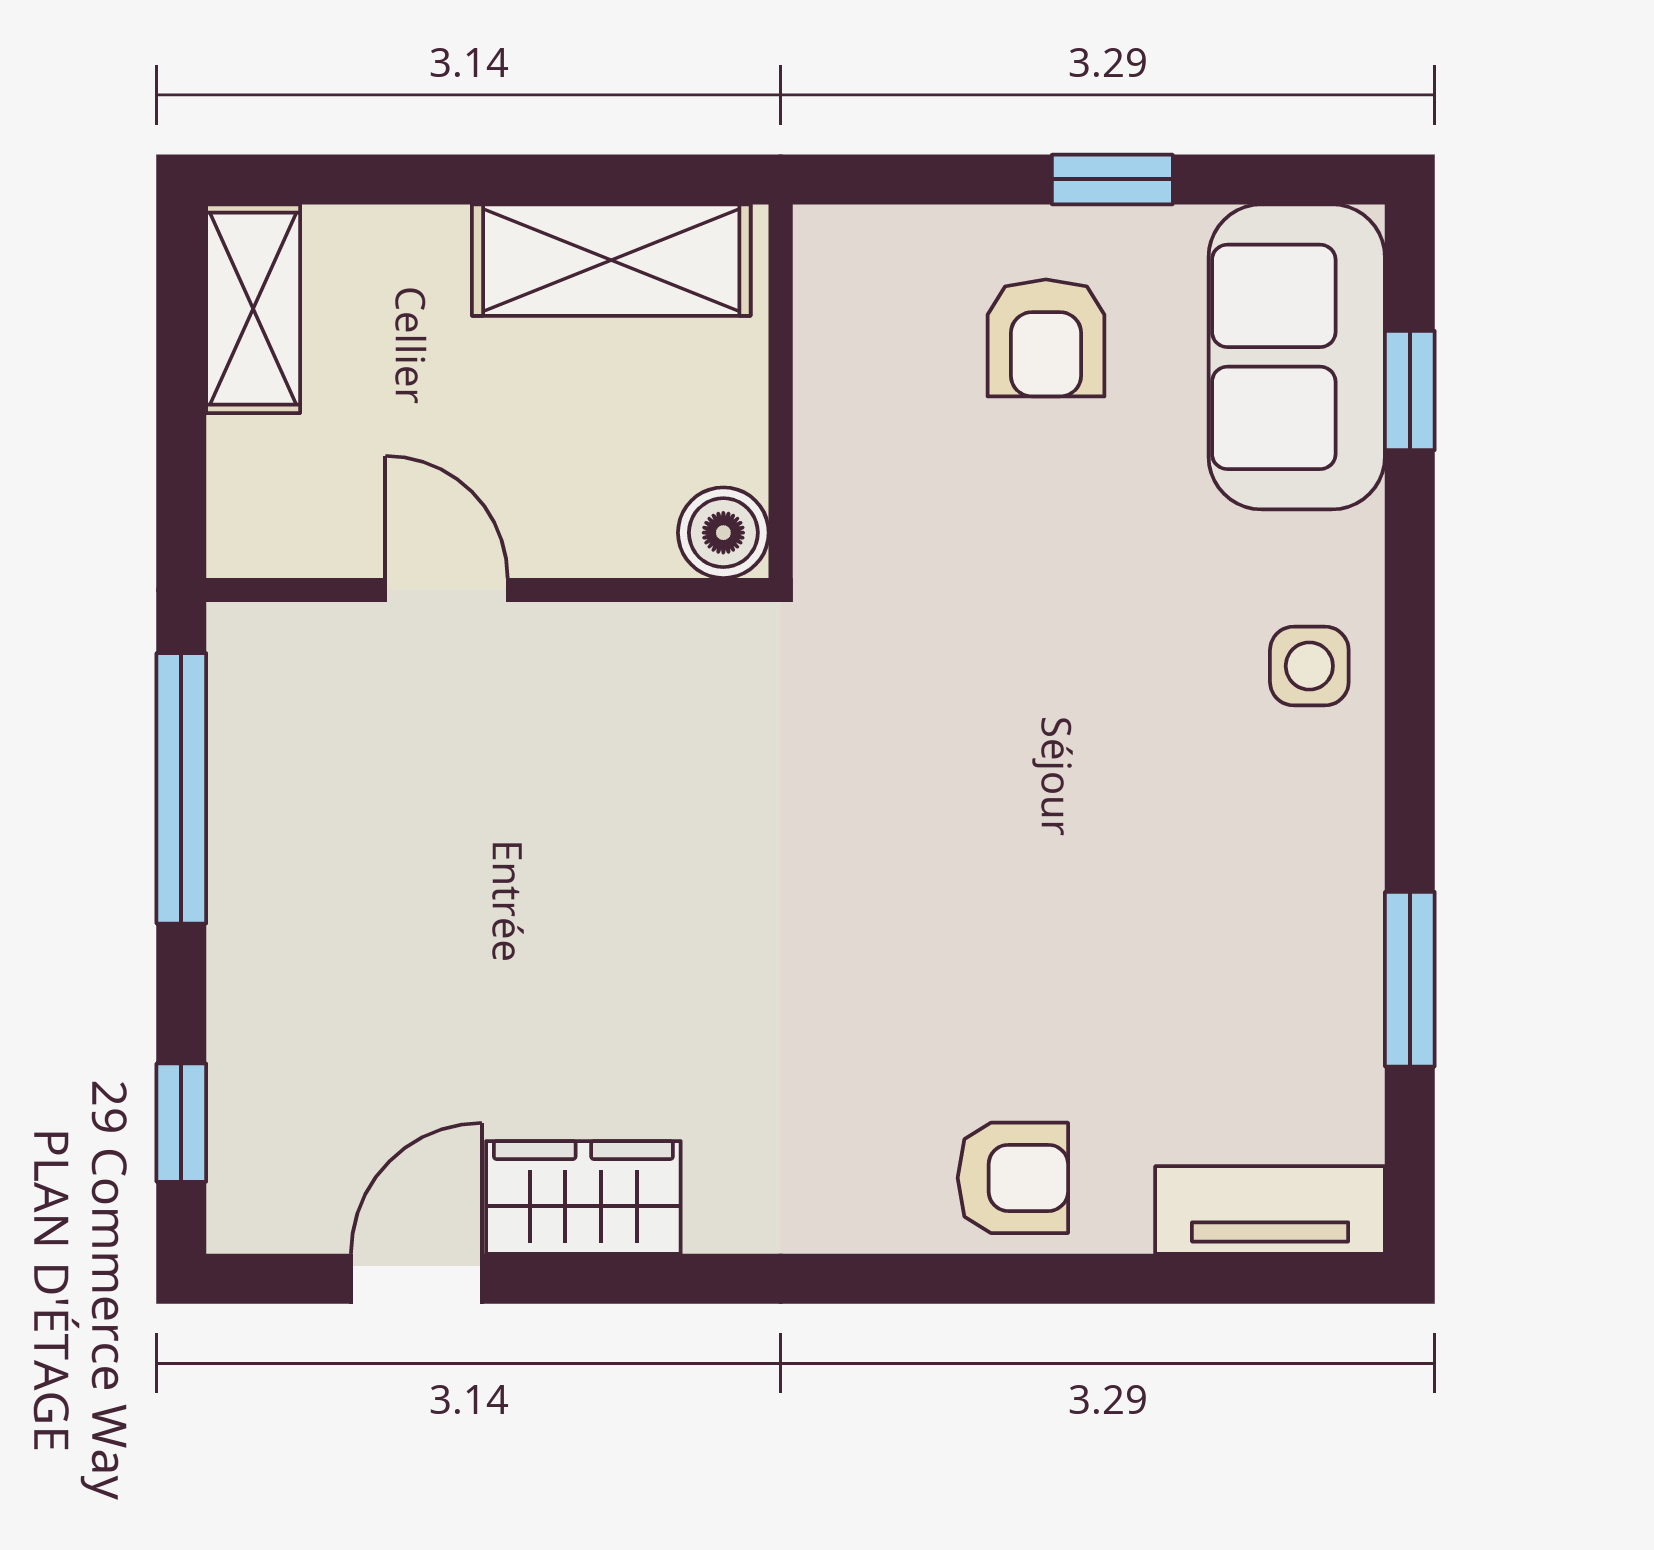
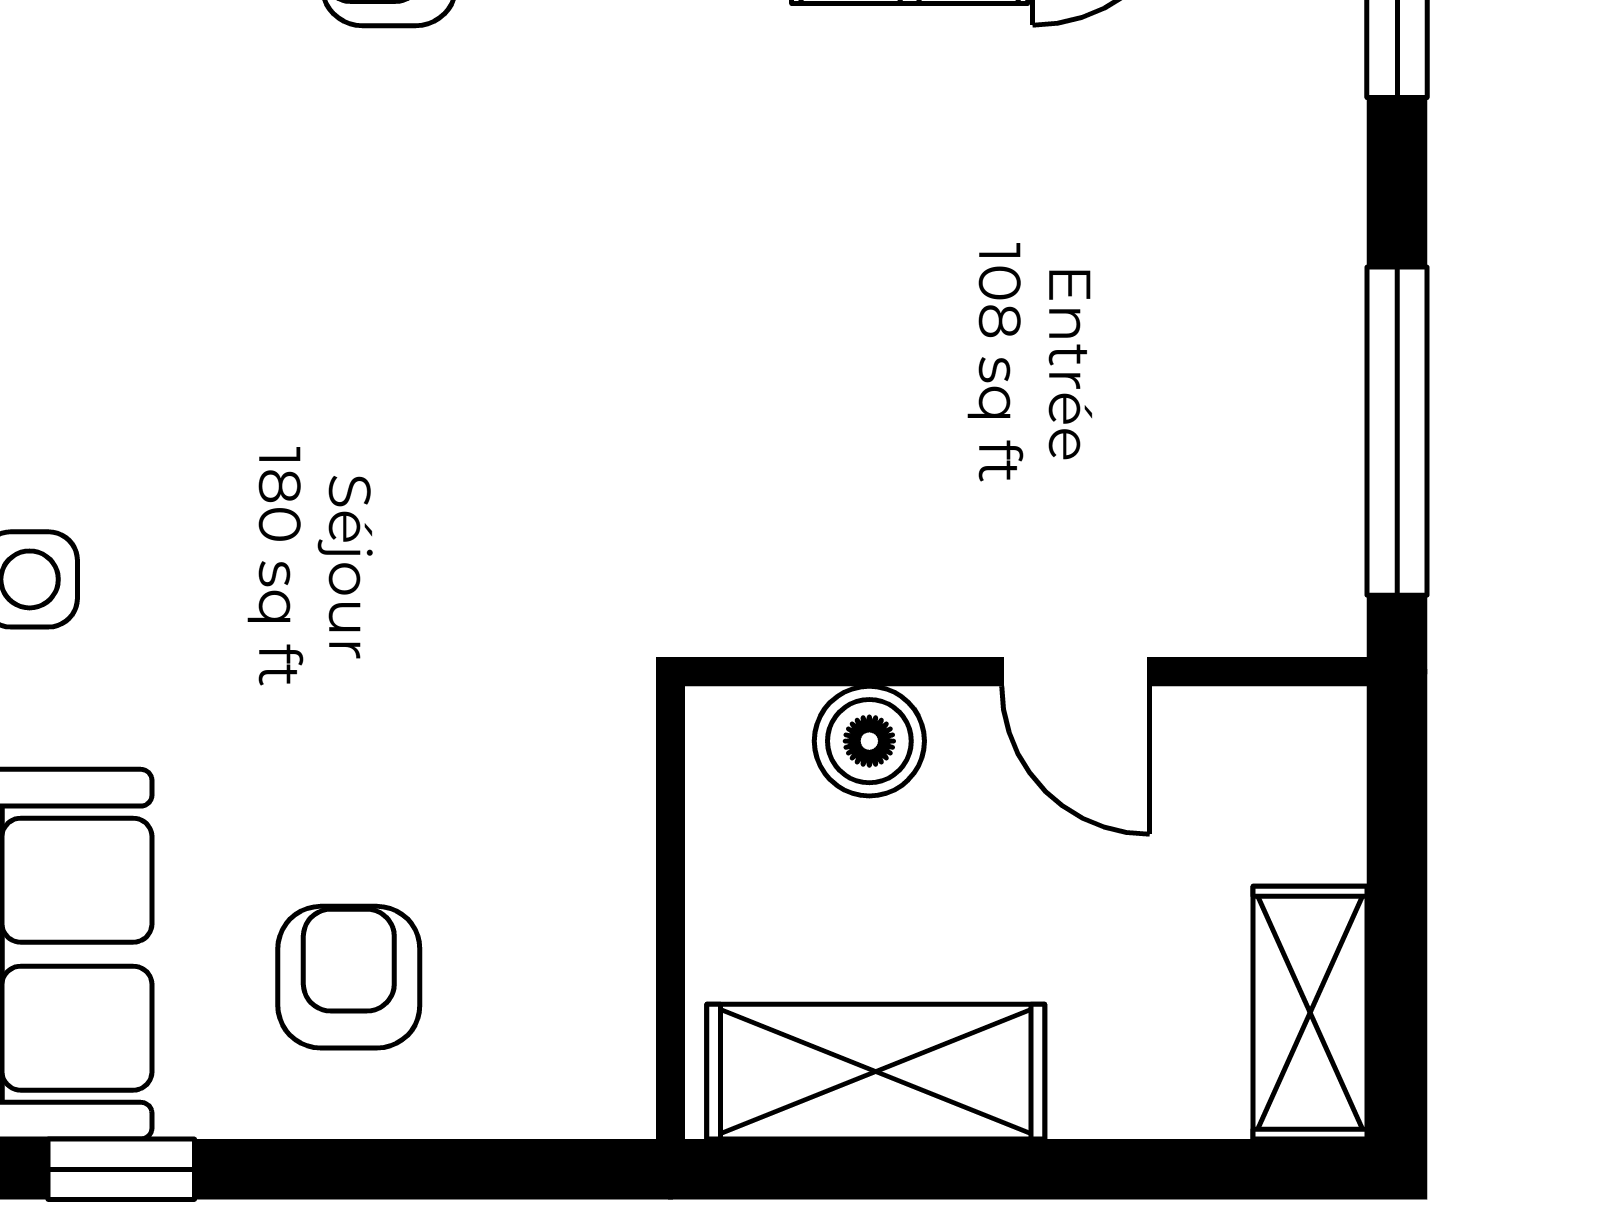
window: (1112, 179) -> (121, 1169), moved
boiler: (723, 533) -> (869, 741), moved

